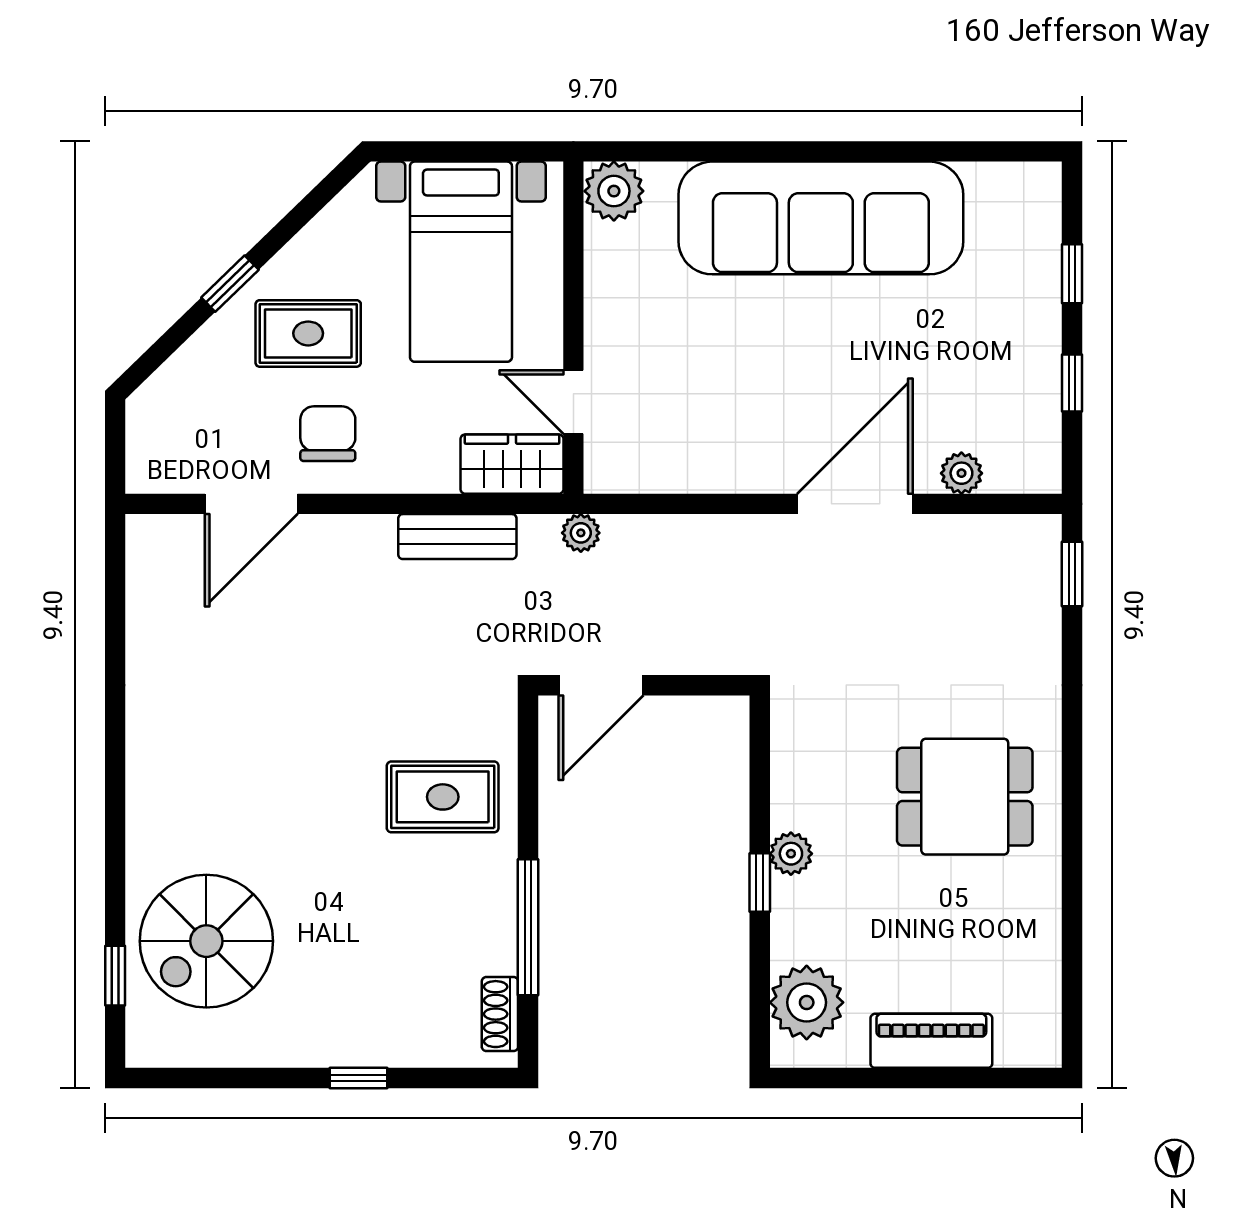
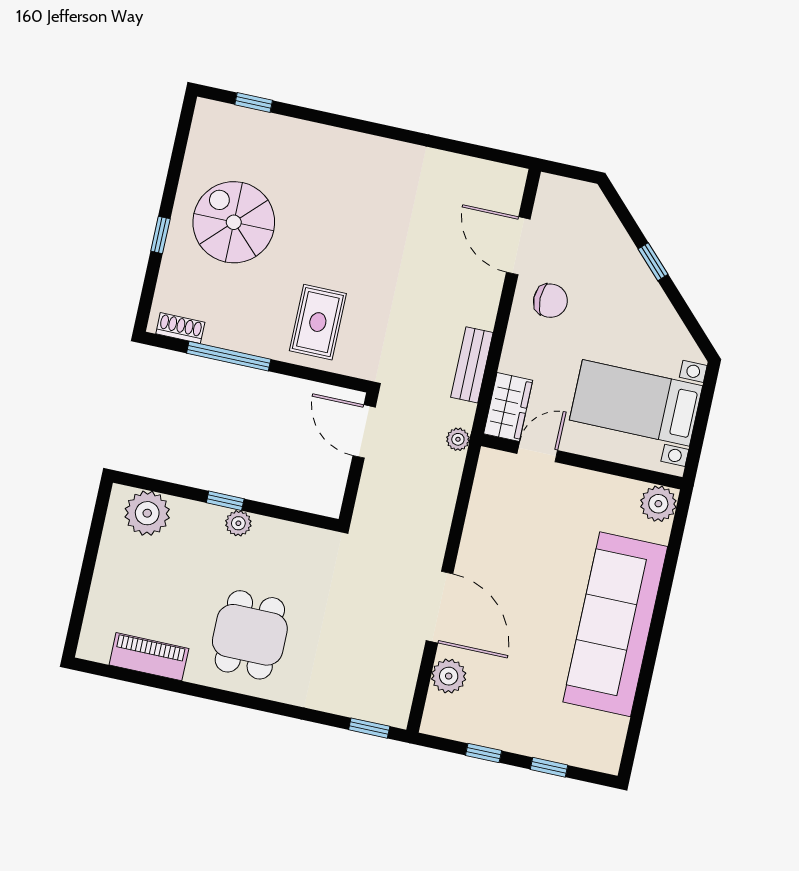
rug: (308, 333) -> (613, 302), removed
plant: (961, 473) -> (449, 676), width x1.38, depth x1.38
spiral stairs: (206, 941) -> (234, 222), moved
piano: (931, 1041) -> (149, 657), moved, turned -90

